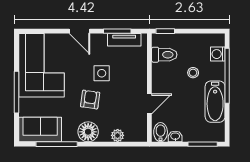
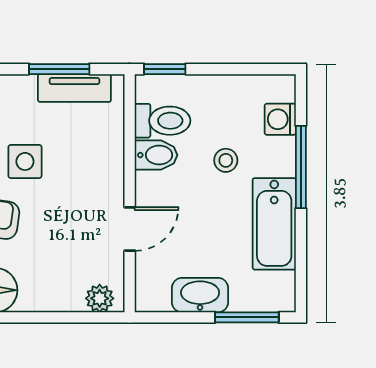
window: (227, 76) -> (301, 167), width x0.68
bidet: (161, 132) -> (156, 155), moved, turned 90
plant: (118, 135) -> (100, 298), moved
washbasin: (175, 136) -> (200, 295), width x1.91, depth x1.45

